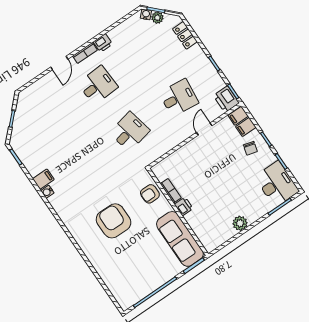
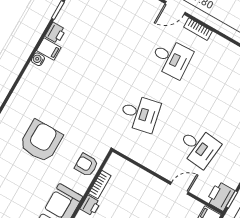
printer: (103, 43) -> (55, 33), moved, turned -90

